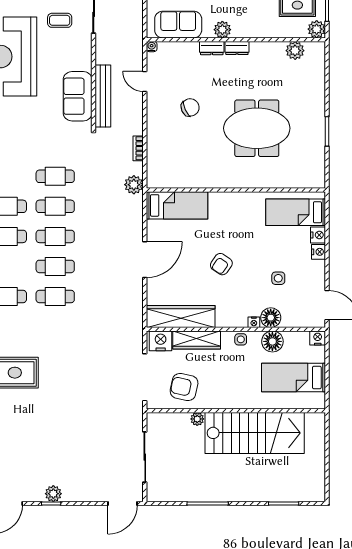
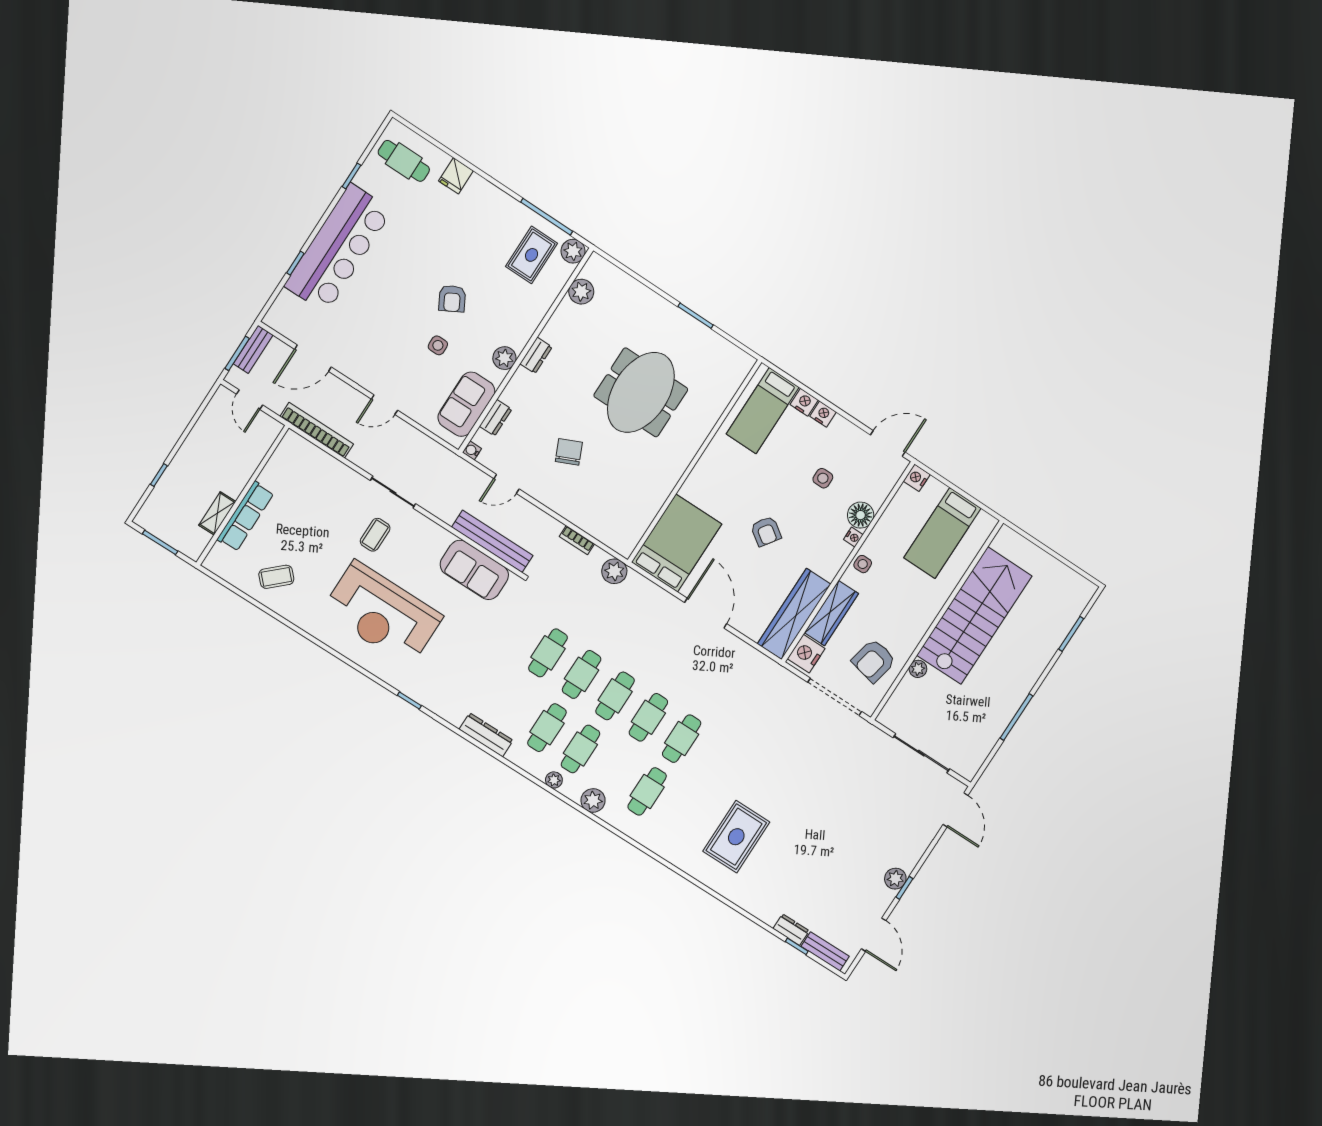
dresser: (212, 48) -> (496, 418), moved
bed: (177, 205) -> (677, 543), width x1.50
floor lamp: (272, 341) -> (888, 530), removed

